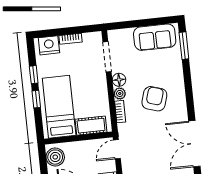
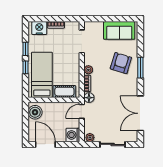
window: (184, 46) -> (140, 68), moved
floor lamp: (119, 80) -> (89, 98), moved
armchair: (154, 99) -> (121, 63), moved

